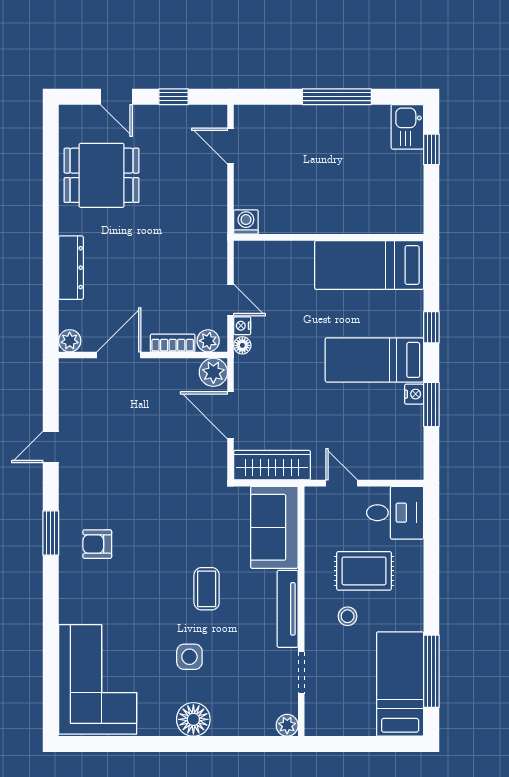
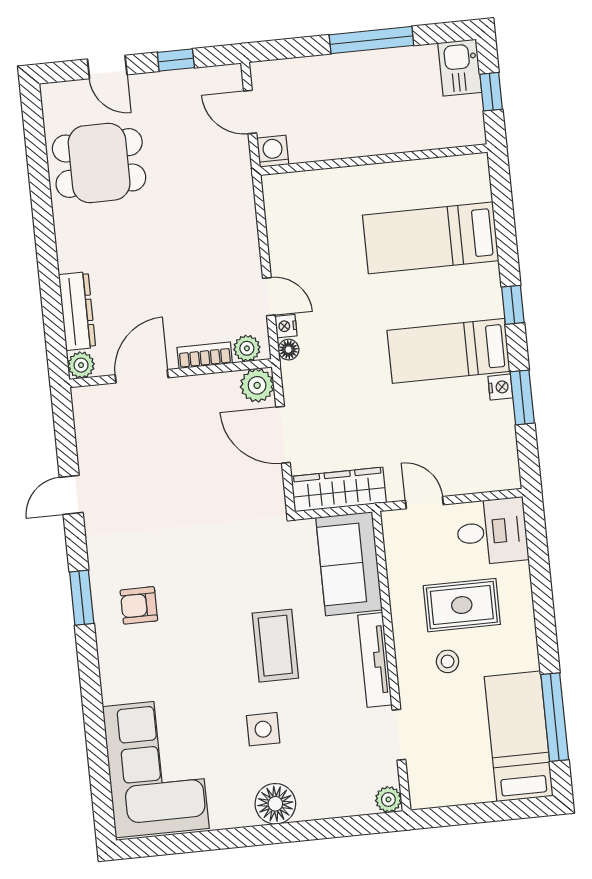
washing machine: (246, 222) -> (273, 151), moved
wall: (329, 237) -> (374, 160), moved
dresser: (71, 268) -> (77, 311), moved
coffee table: (207, 589) -> (275, 646), width x1.36, depth x1.30

